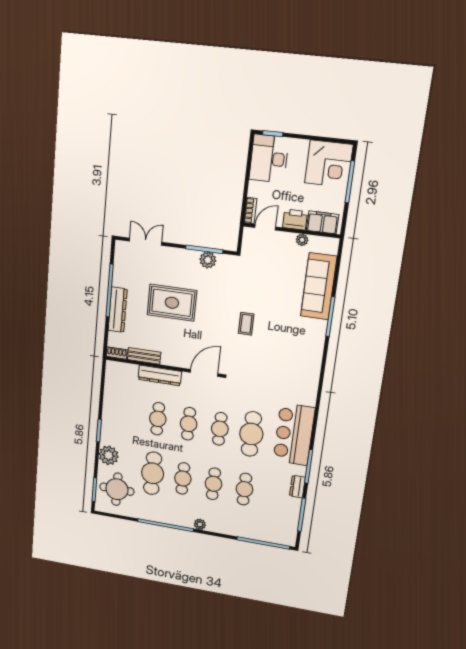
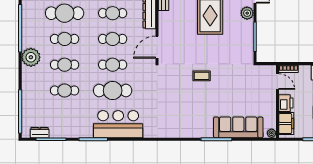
plant: (302, 240) -> (272, 133), moved
plant: (208, 260) -> (247, 13), moved
door: (204, 373) -> (157, 47), swing flipped
dresser: (297, 487) -> (40, 133), moved
plant: (200, 524) -> (31, 57), width x1.88, depth x1.88

